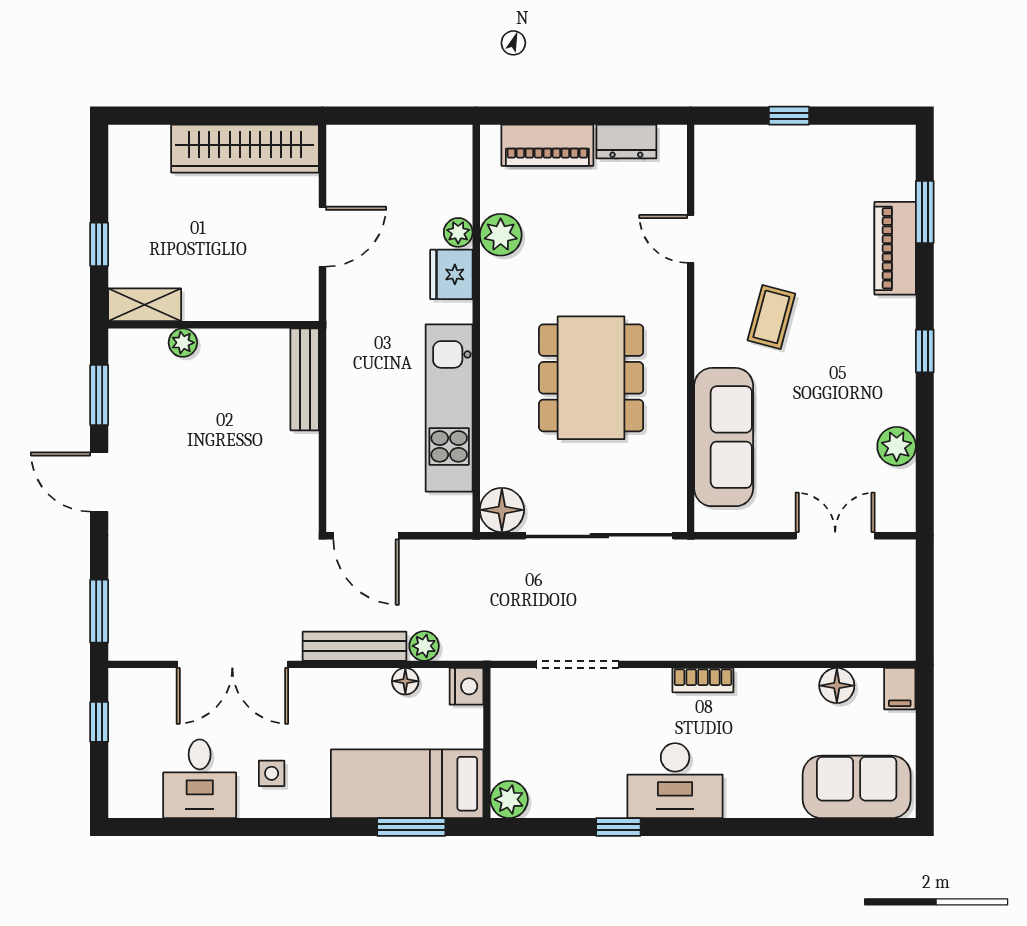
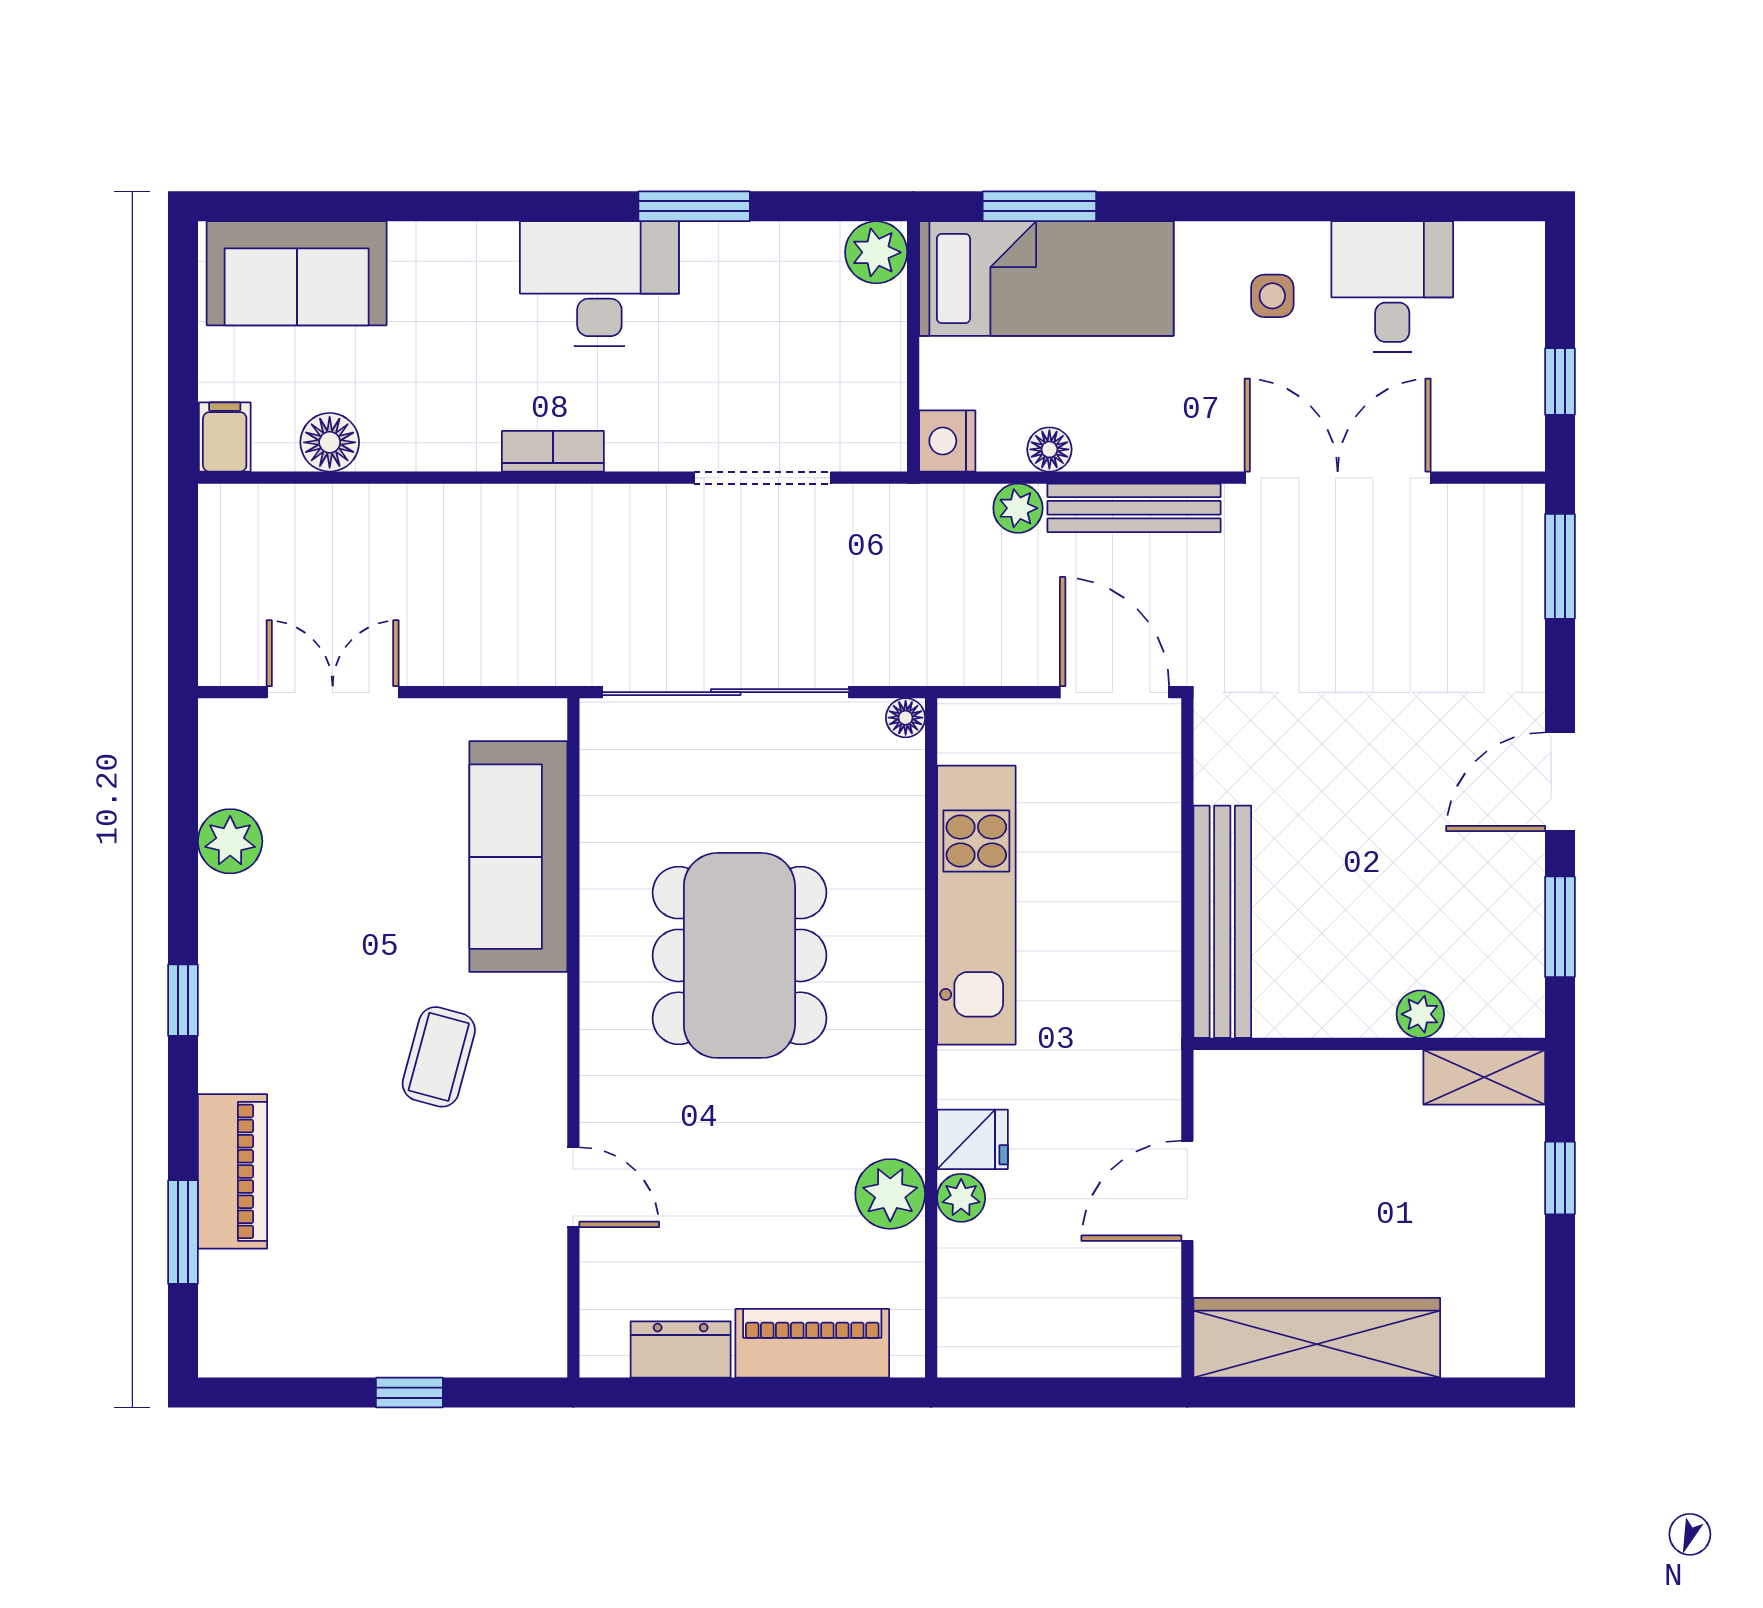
fridge: (451, 274) -> (972, 1139), width x0.72
bench: (305, 379) -> (1222, 922), width x1.37, depth x1.21
door: (99, 482) -> (1560, 782), swing flipped
floor lamp: (502, 510) -> (906, 718), width x0.53, depth x0.53
double door: (835, 536) -> (333, 692), swing flipped
window: (618, 827) -> (694, 206), width x1.50

